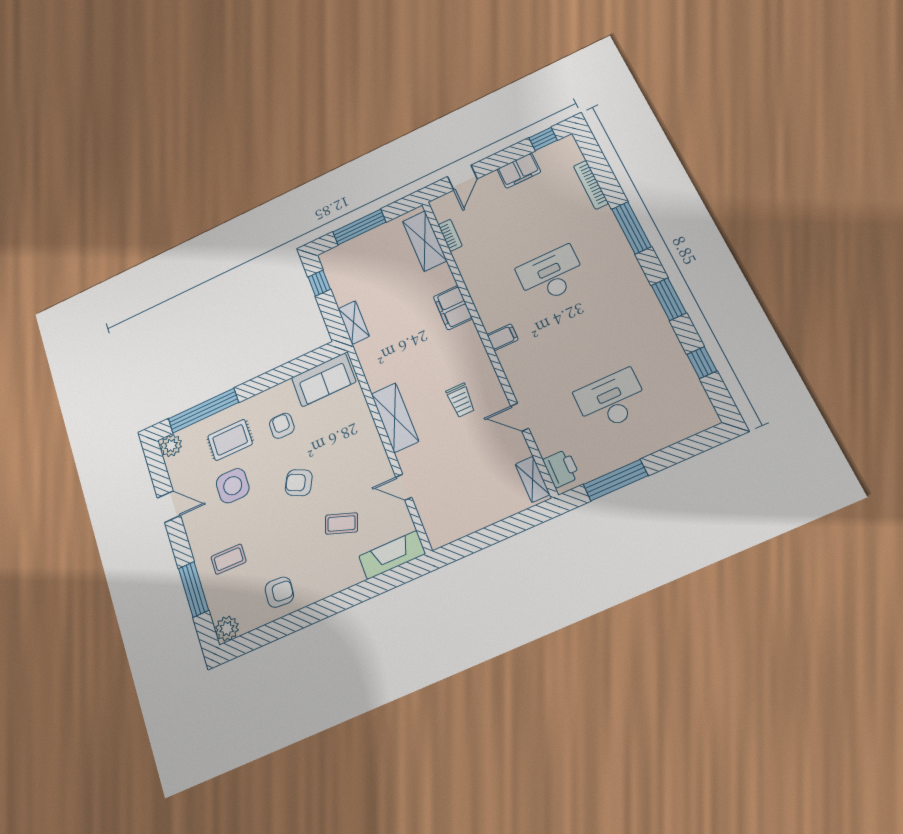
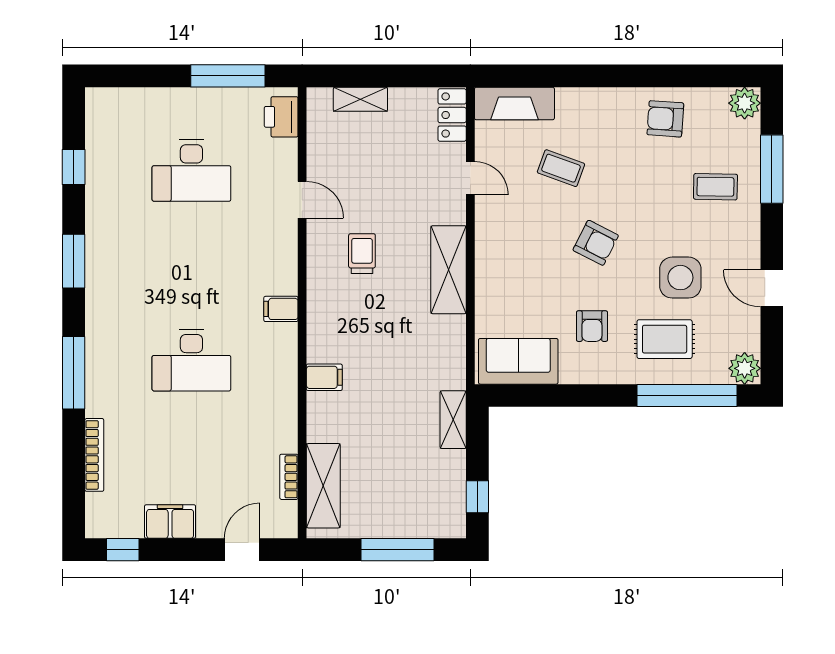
filing cabinet: (453, 308) -> (324, 377), width x0.50
shelving: (533, 479) -> (360, 99), moved, turned 90
locker: (435, 526) -> (452, 115), added

